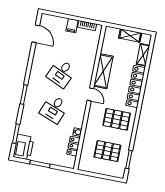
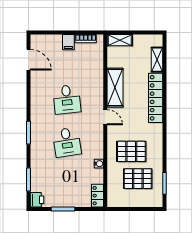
shelving: (130, 35) -> (120, 40), moved
desk: (61, 73) -> (67, 99), turned -30
desk: (54, 109) -> (67, 142), turned -30
pallet: (117, 119) -> (131, 151), moved
locker: (73, 146) -> (98, 196), moved
printer: (24, 147) -> (37, 200), width x0.53, depth x0.68

